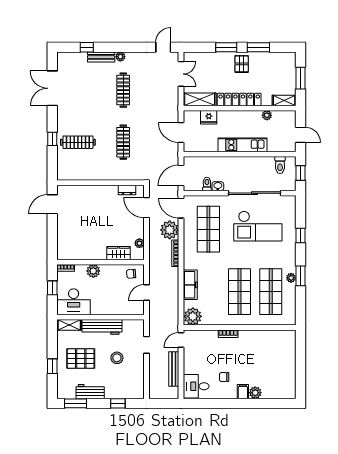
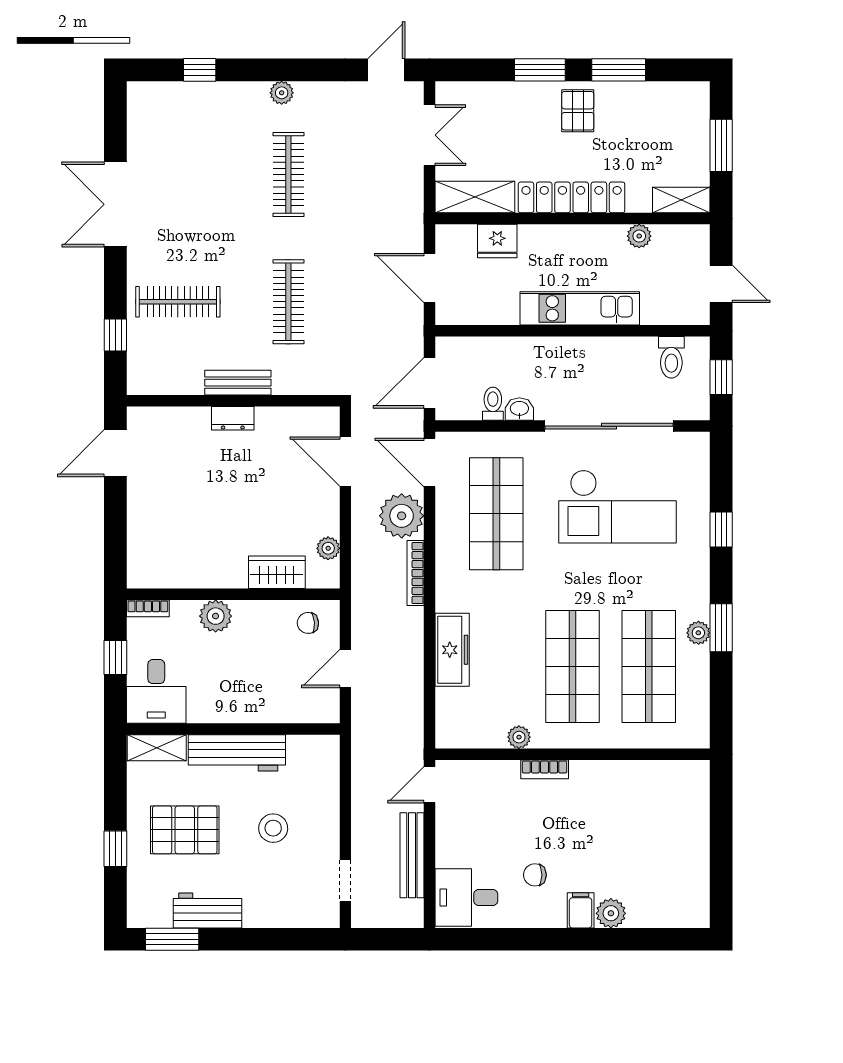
bench: (101, 57) -> (238, 383), moved
double door: (52, 88) -> (115, 204), moved
window: (52, 139) -> (115, 335), moved
dresser: (127, 190) -> (233, 418), moved
desk: (74, 302) -> (156, 691), width x0.73
plant: (193, 316) -> (519, 737), moved, width x0.53, depth x0.53
doorway: (146, 345) -> (345, 881), moved
window: (118, 403) -> (275, 939), removed

